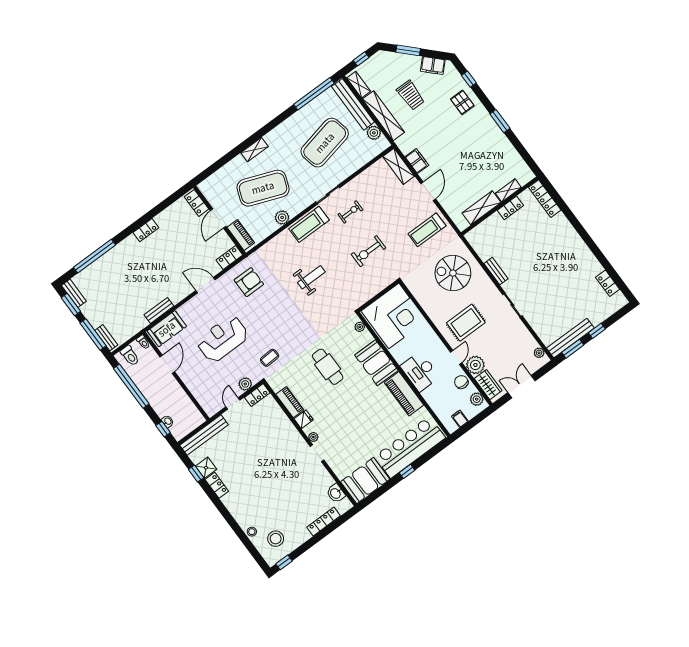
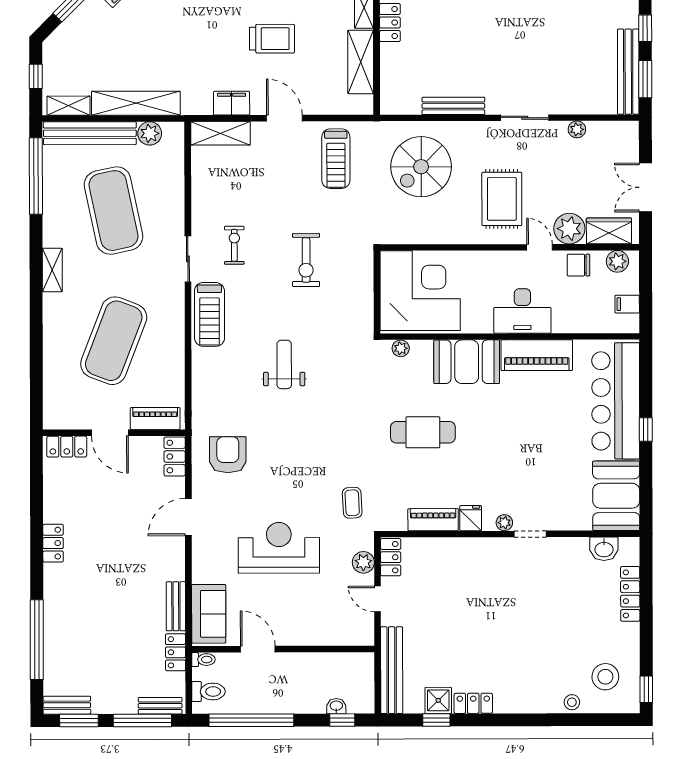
trolley: (411, 95) -> (272, 39), moved
shelving: (254, 150) -> (52, 270), moved
plant: (282, 217) -> (173, 344), removed
bench: (496, 271) -> (453, 106), width x1.36
locker: (137, 326) -> (175, 652), added
reception desk: (223, 339) -> (279, 548), turned 90
plant: (539, 353) -> (577, 129), moved

